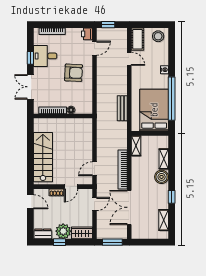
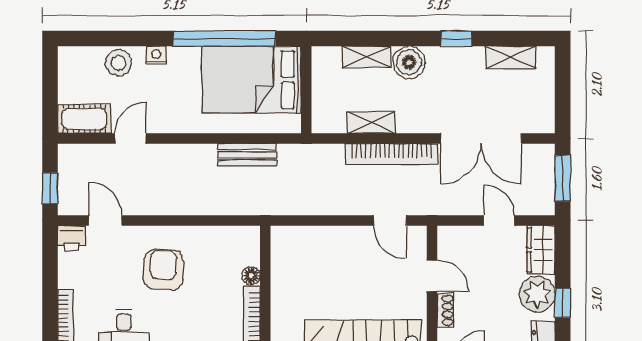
stool: (158, 36) -> (118, 63), moved
shelving: (136, 146) -> (371, 123), moved
door: (94, 204) -> (499, 220), moved

